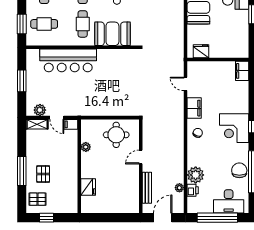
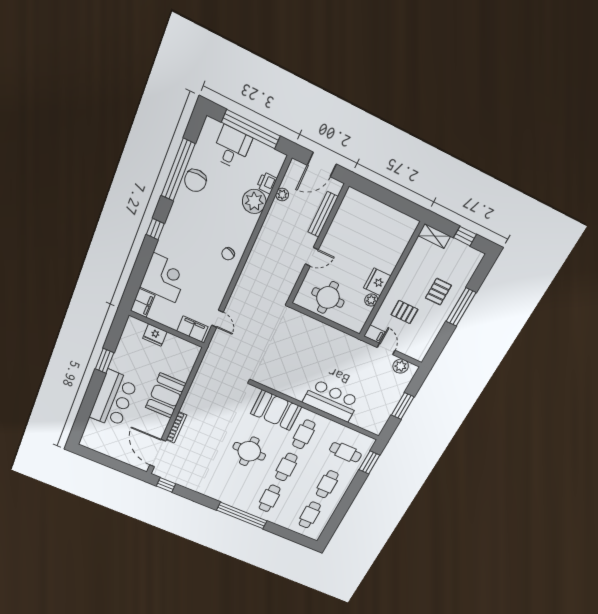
fridge: (201, 51) -> (155, 335), moved
bar counter: (68, 60) -> (331, 401), width x0.73
filing cabinet: (194, 108) -> (192, 329), moved, turned 90
shelving: (37, 124) -> (434, 236), moved
corner desk: (234, 128) -> (164, 278), moved
fridge: (88, 187) -> (377, 282), moved
pallet: (37, 199) -> (404, 312), moved
desk: (229, 201) -> (232, 147), width x0.73

